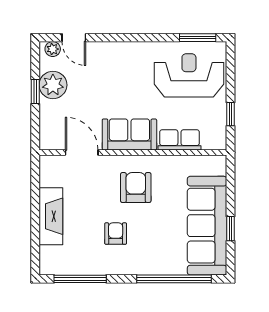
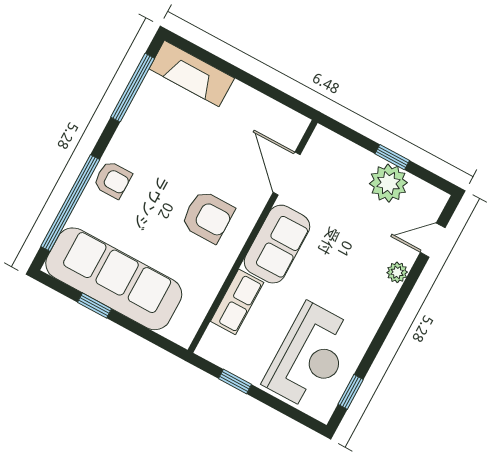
window: (198, 38) -> (351, 392), width x0.67
plant: (53, 49) -> (397, 272), moved
door: (82, 152) -> (287, 174), swing flipped
fireplace: (51, 216) -> (192, 73), moved
armchair: (116, 234) -> (113, 180), moved

